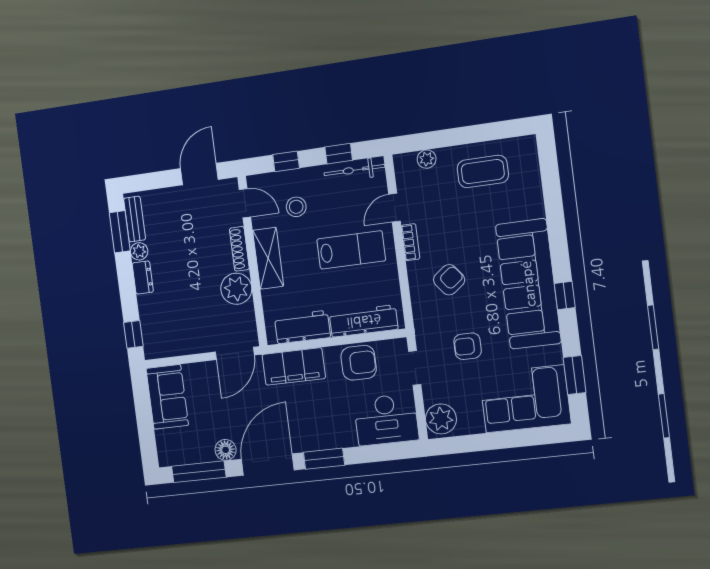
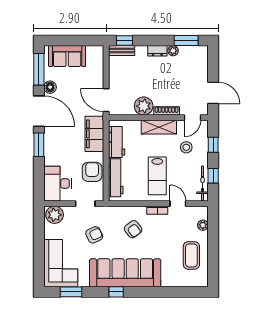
bench: (135, 219) -> (122, 51), moved
armchair: (468, 346) -> (94, 235), turned 65
armchair: (359, 363) -> (92, 172), turned 180
sofa: (167, 397) -> (67, 56), moved

